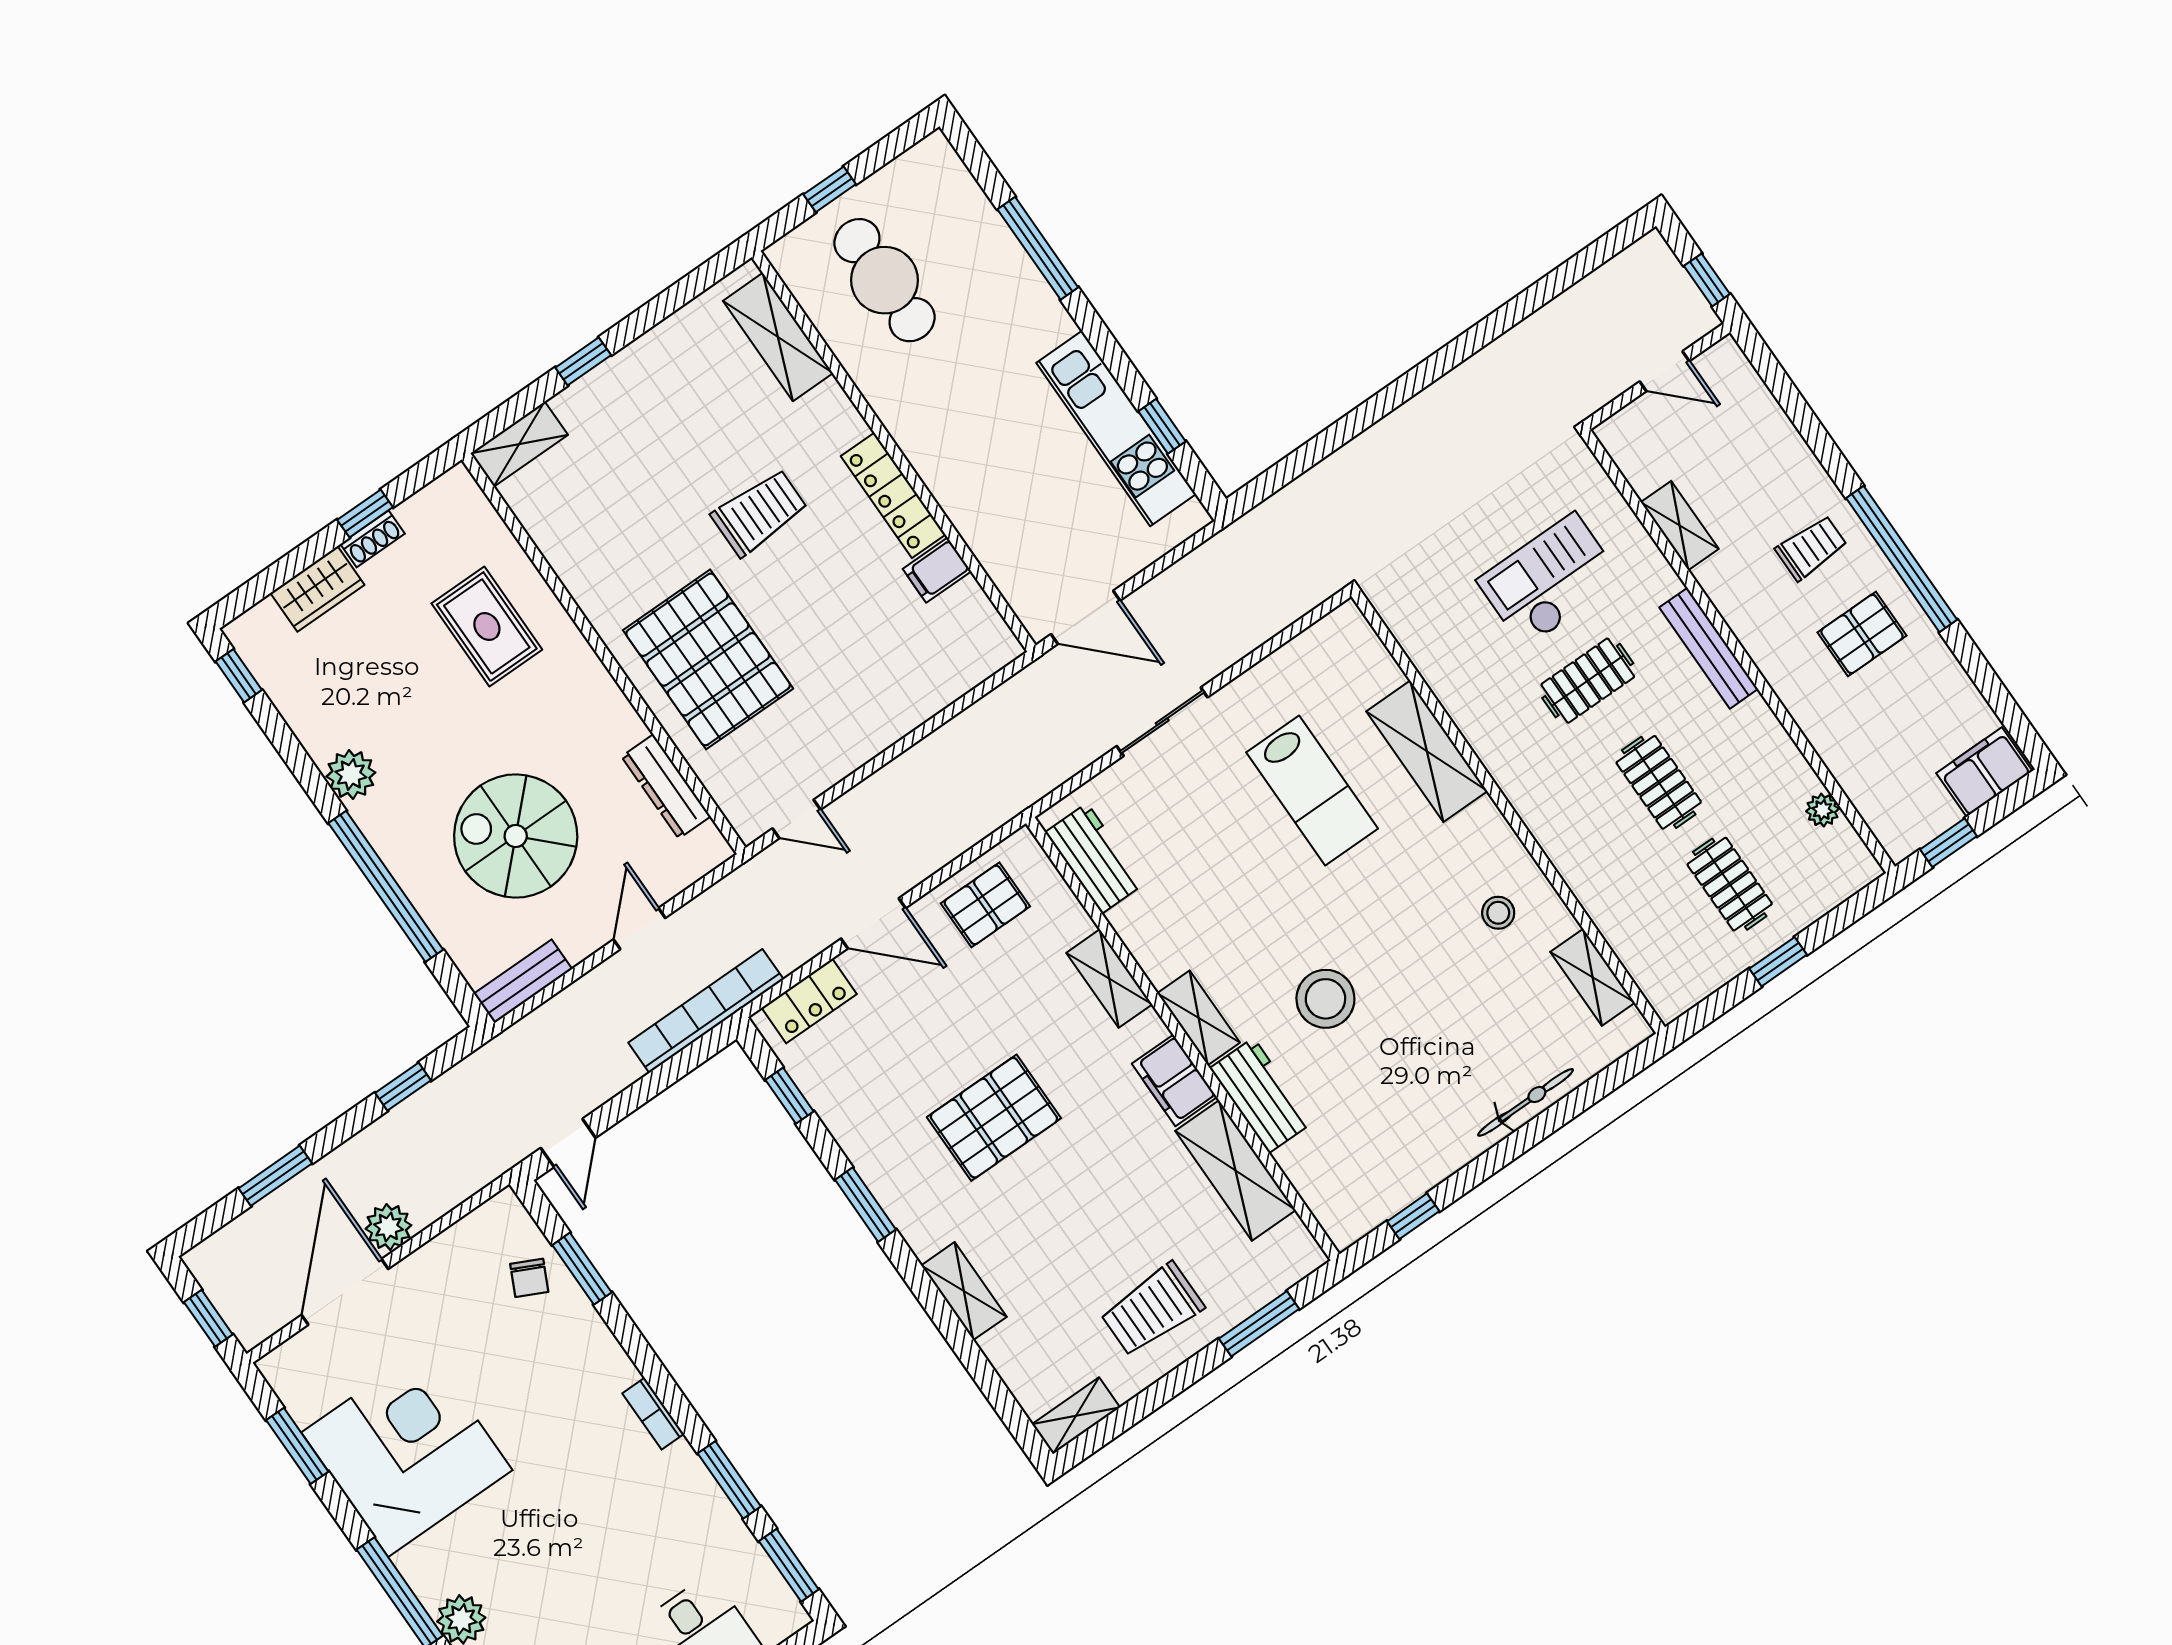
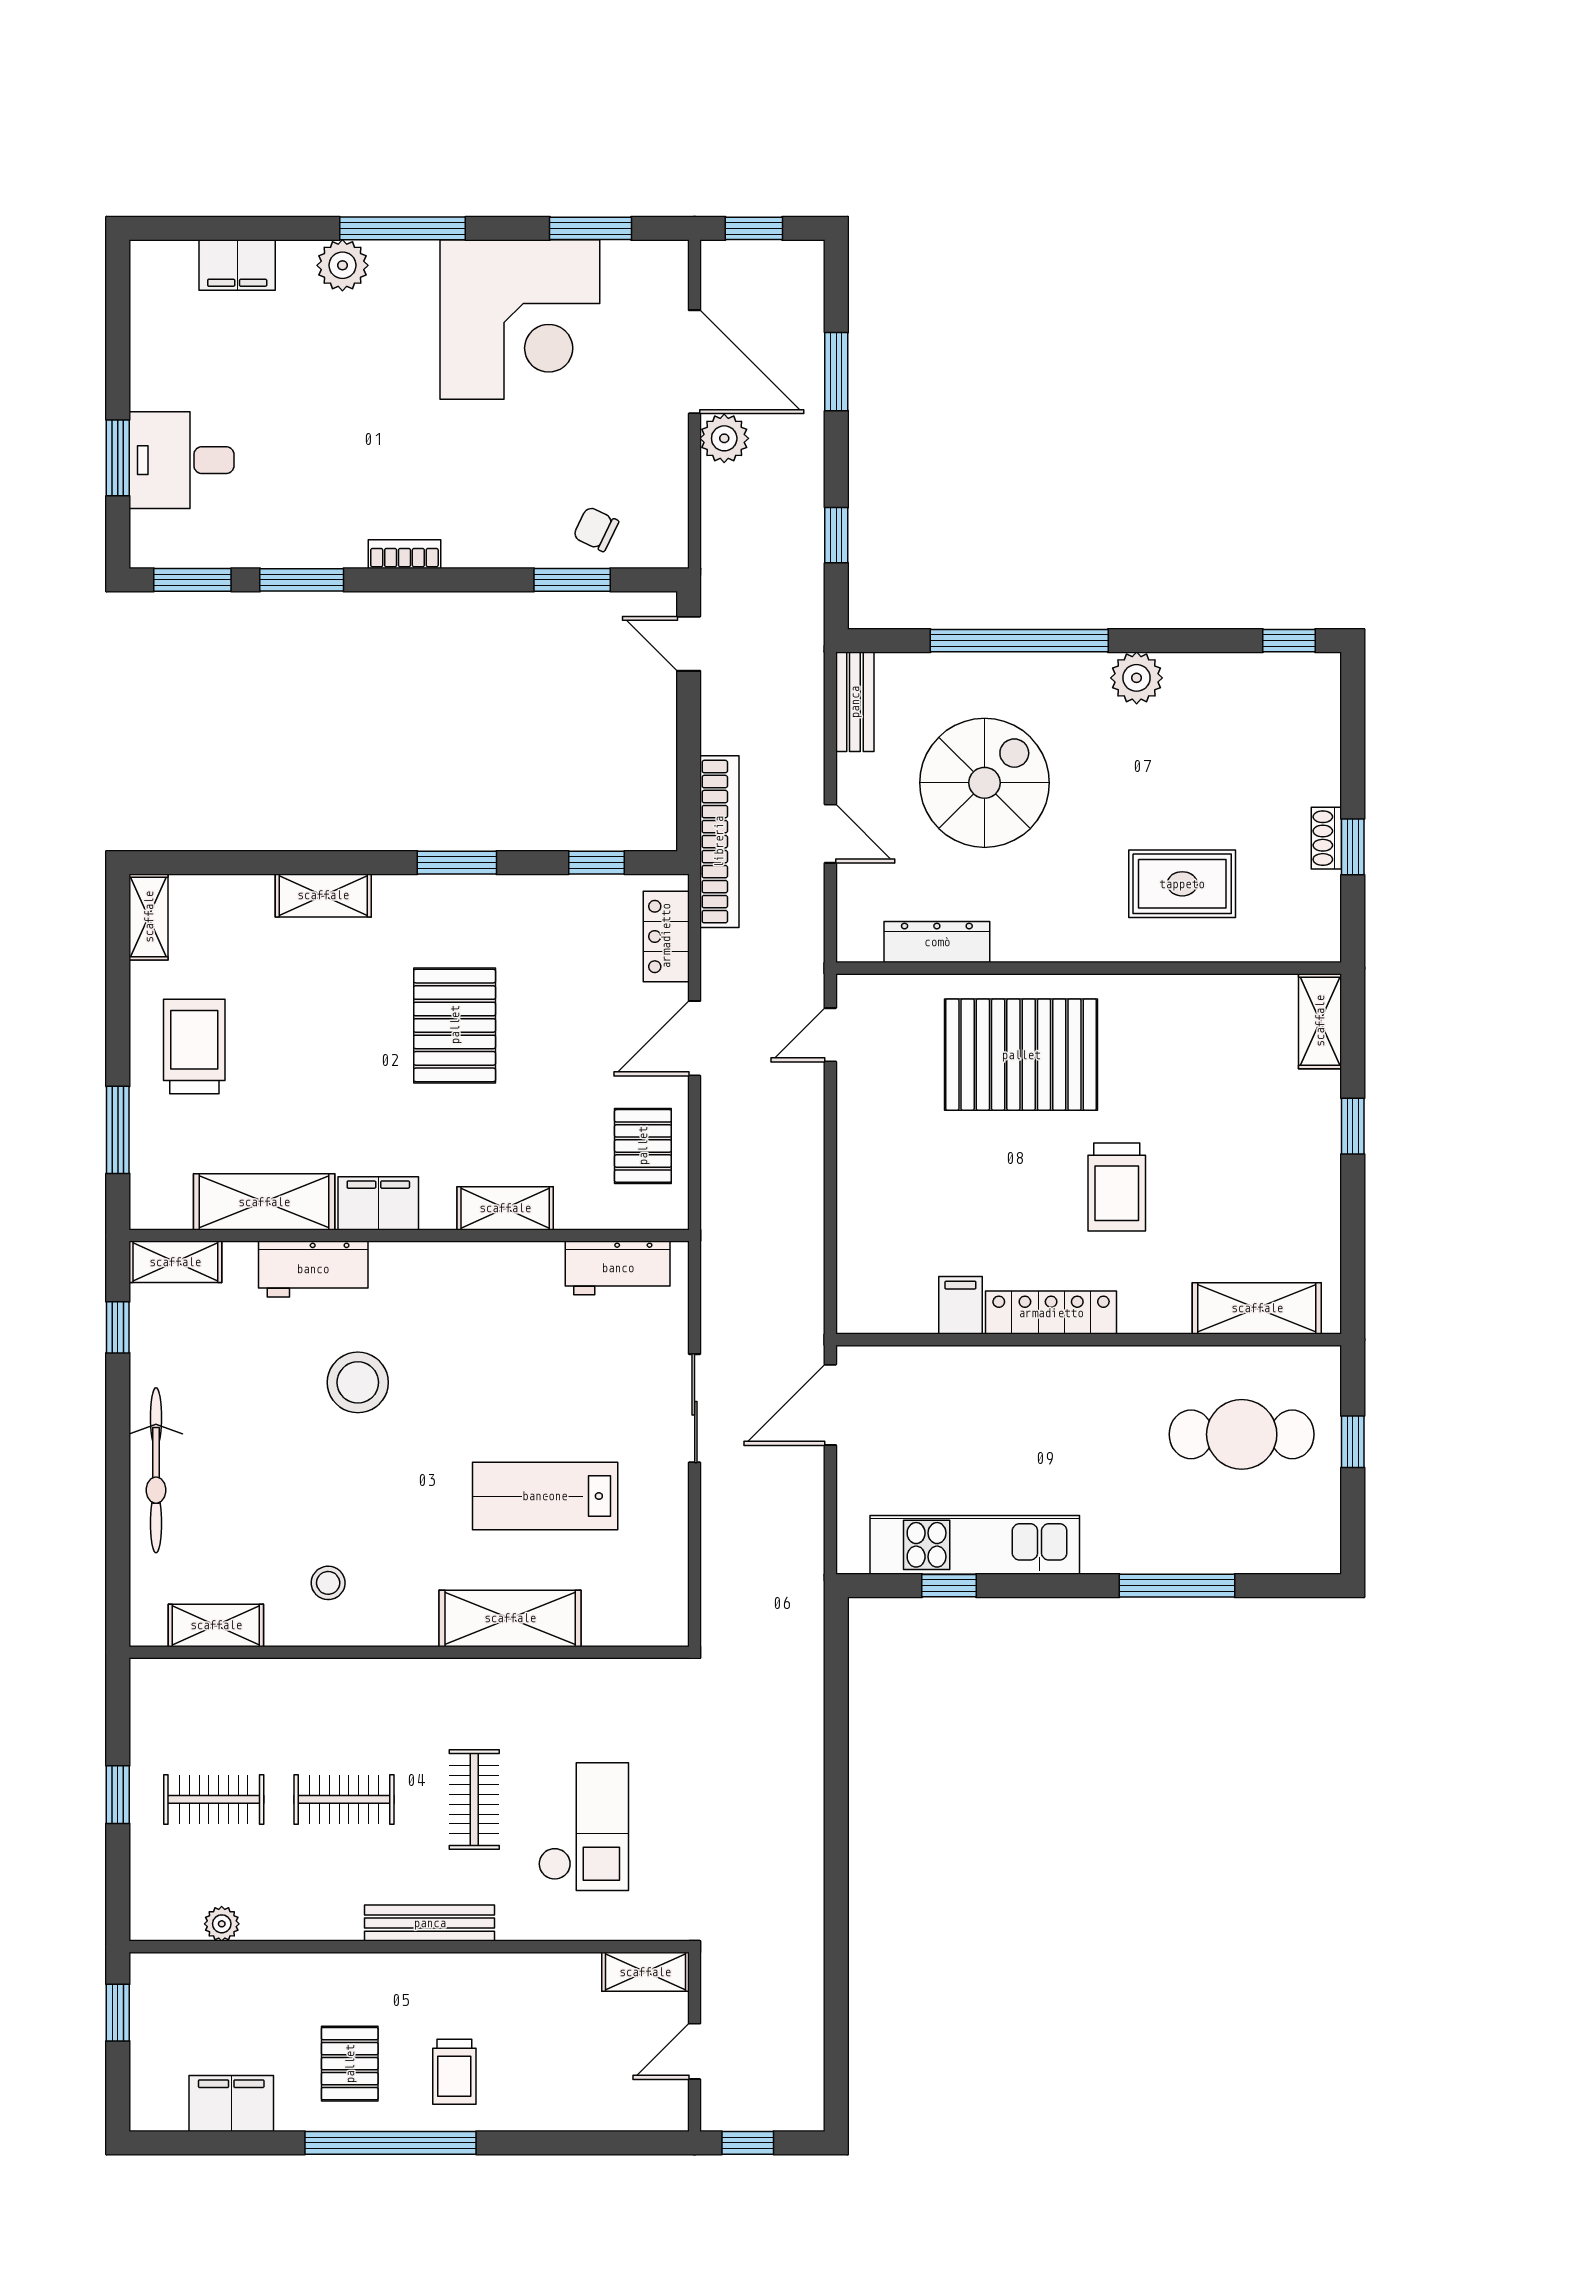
shelving: (1680, 526) -> (645, 1972), moved
wardrobe: (317, 589) -> (1316, 760), removed
filing cabinet: (1984, 772) -> (231, 2103), moved, turned -90
shelving: (1199, 1018) -> (175, 1262), moved
bicycle: (1526, 1102) -> (156, 1470), width x1.37, depth x1.40

